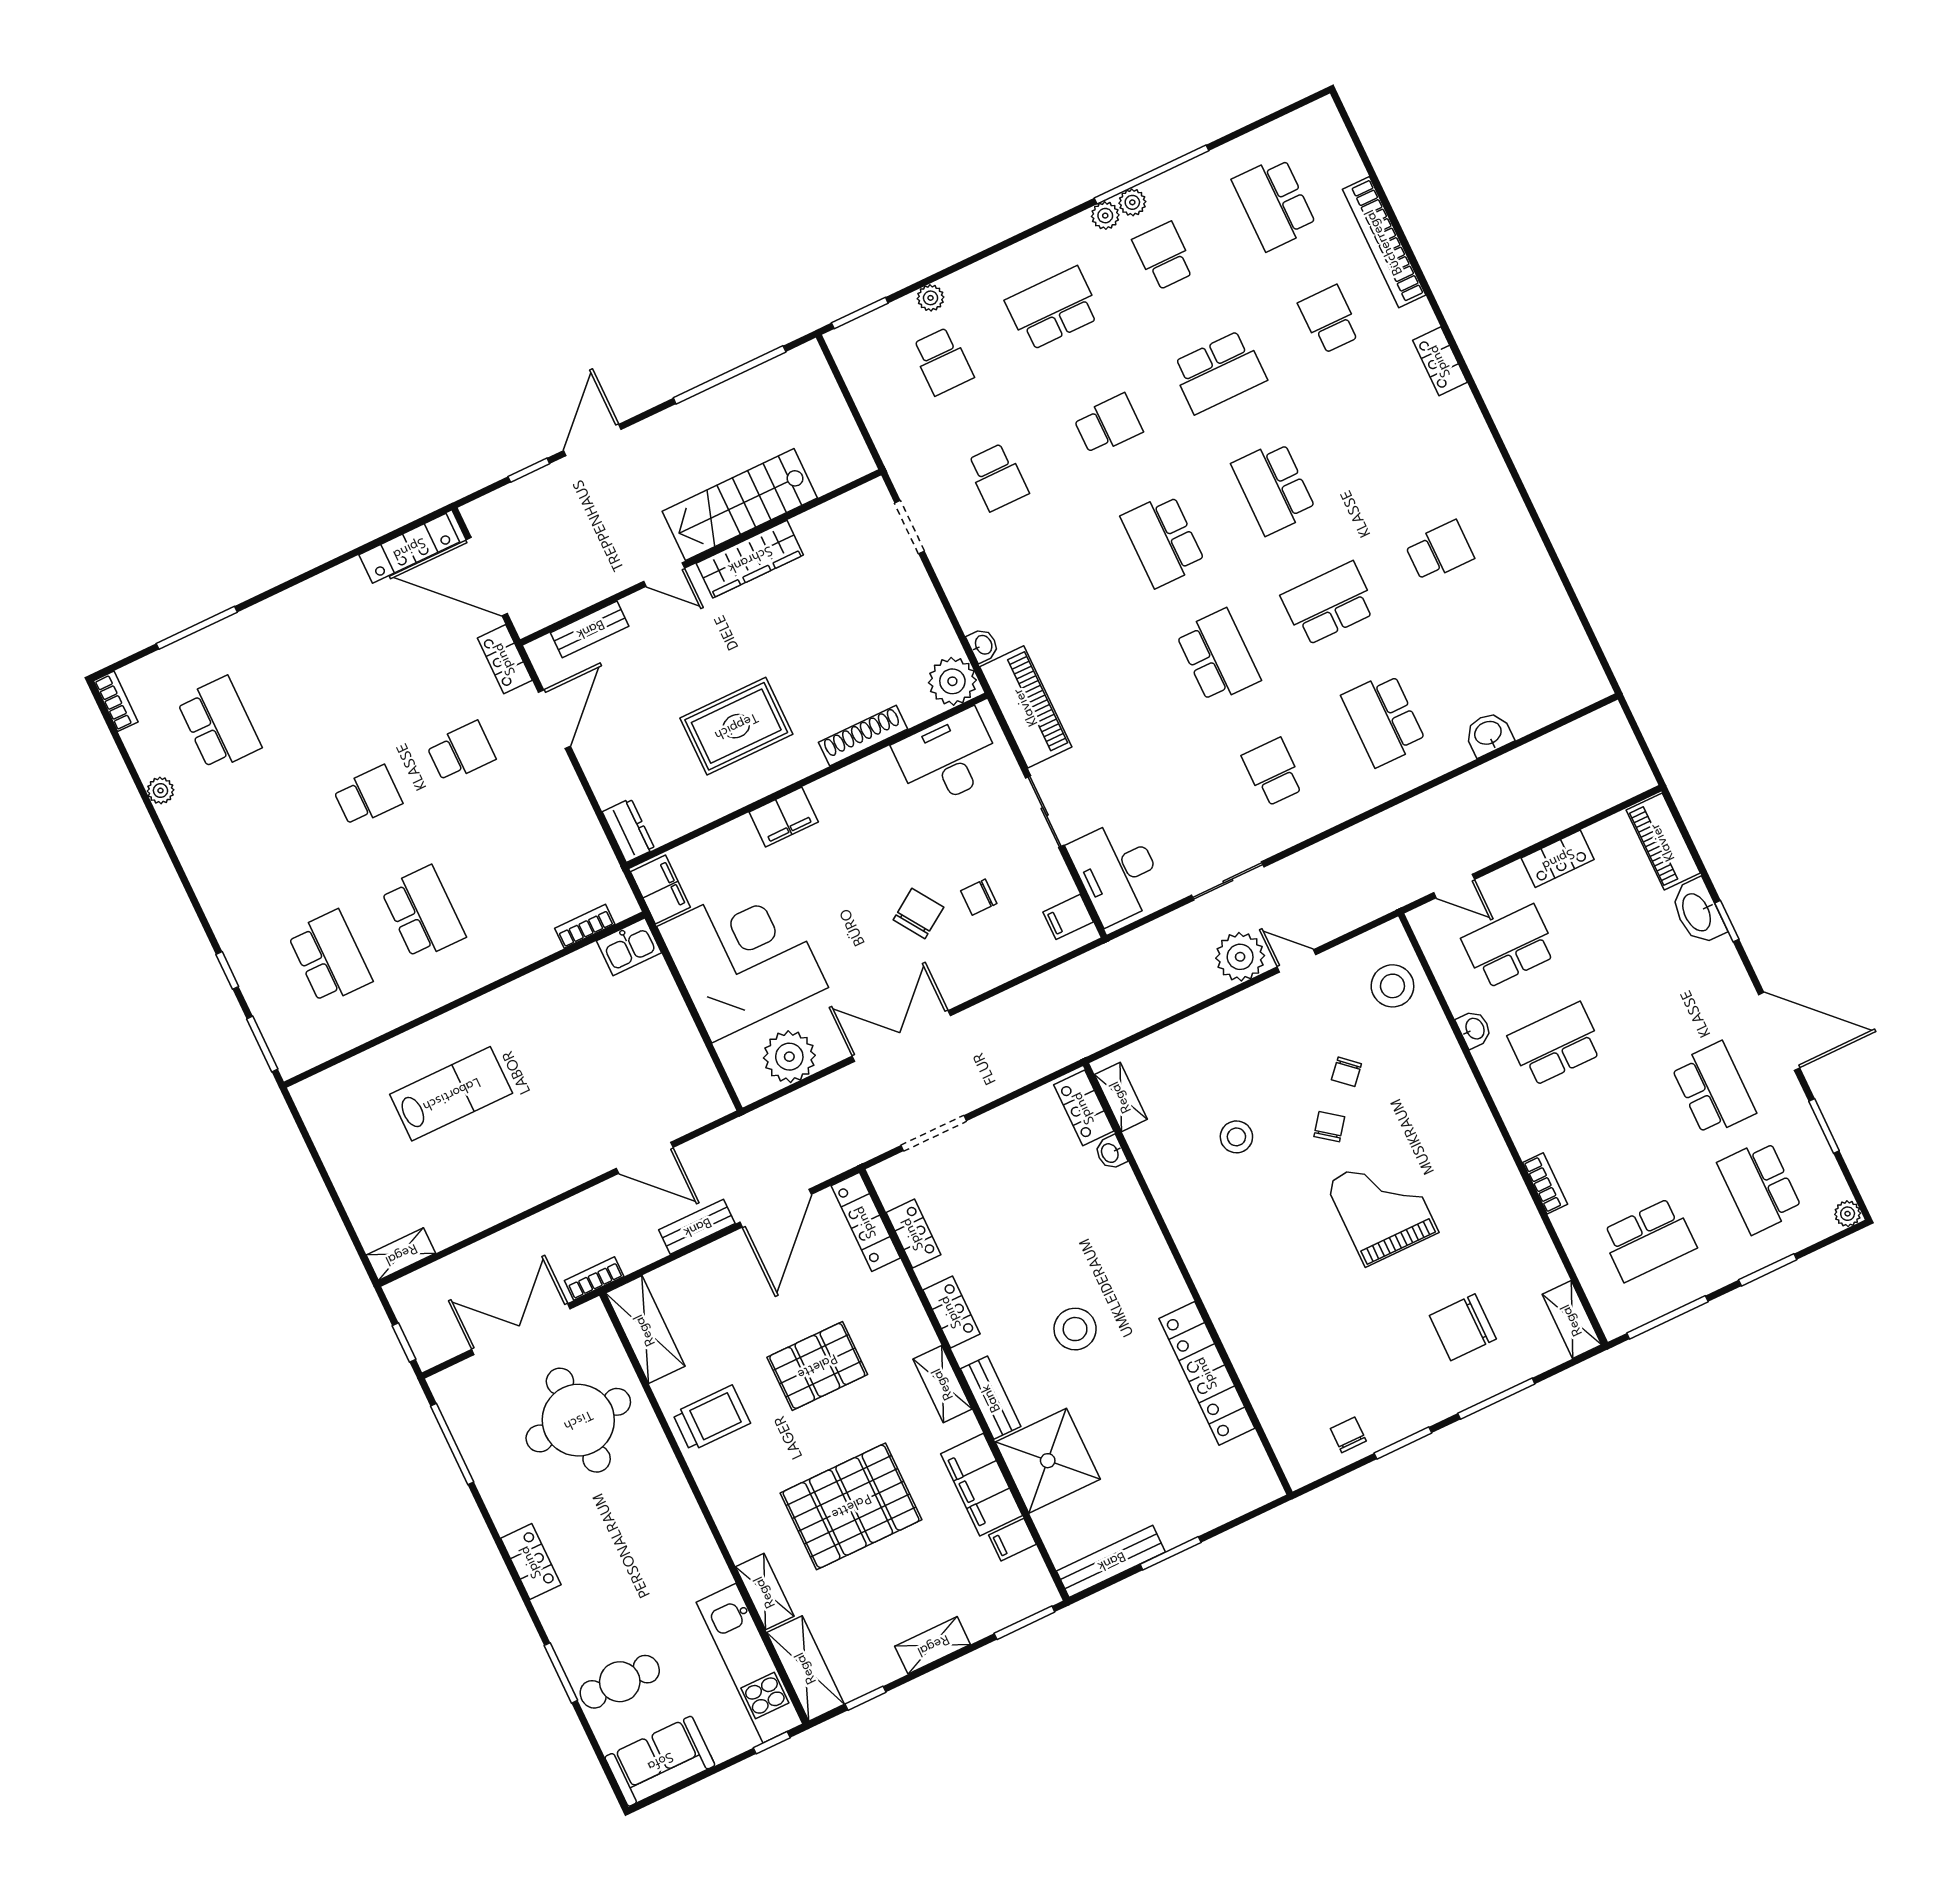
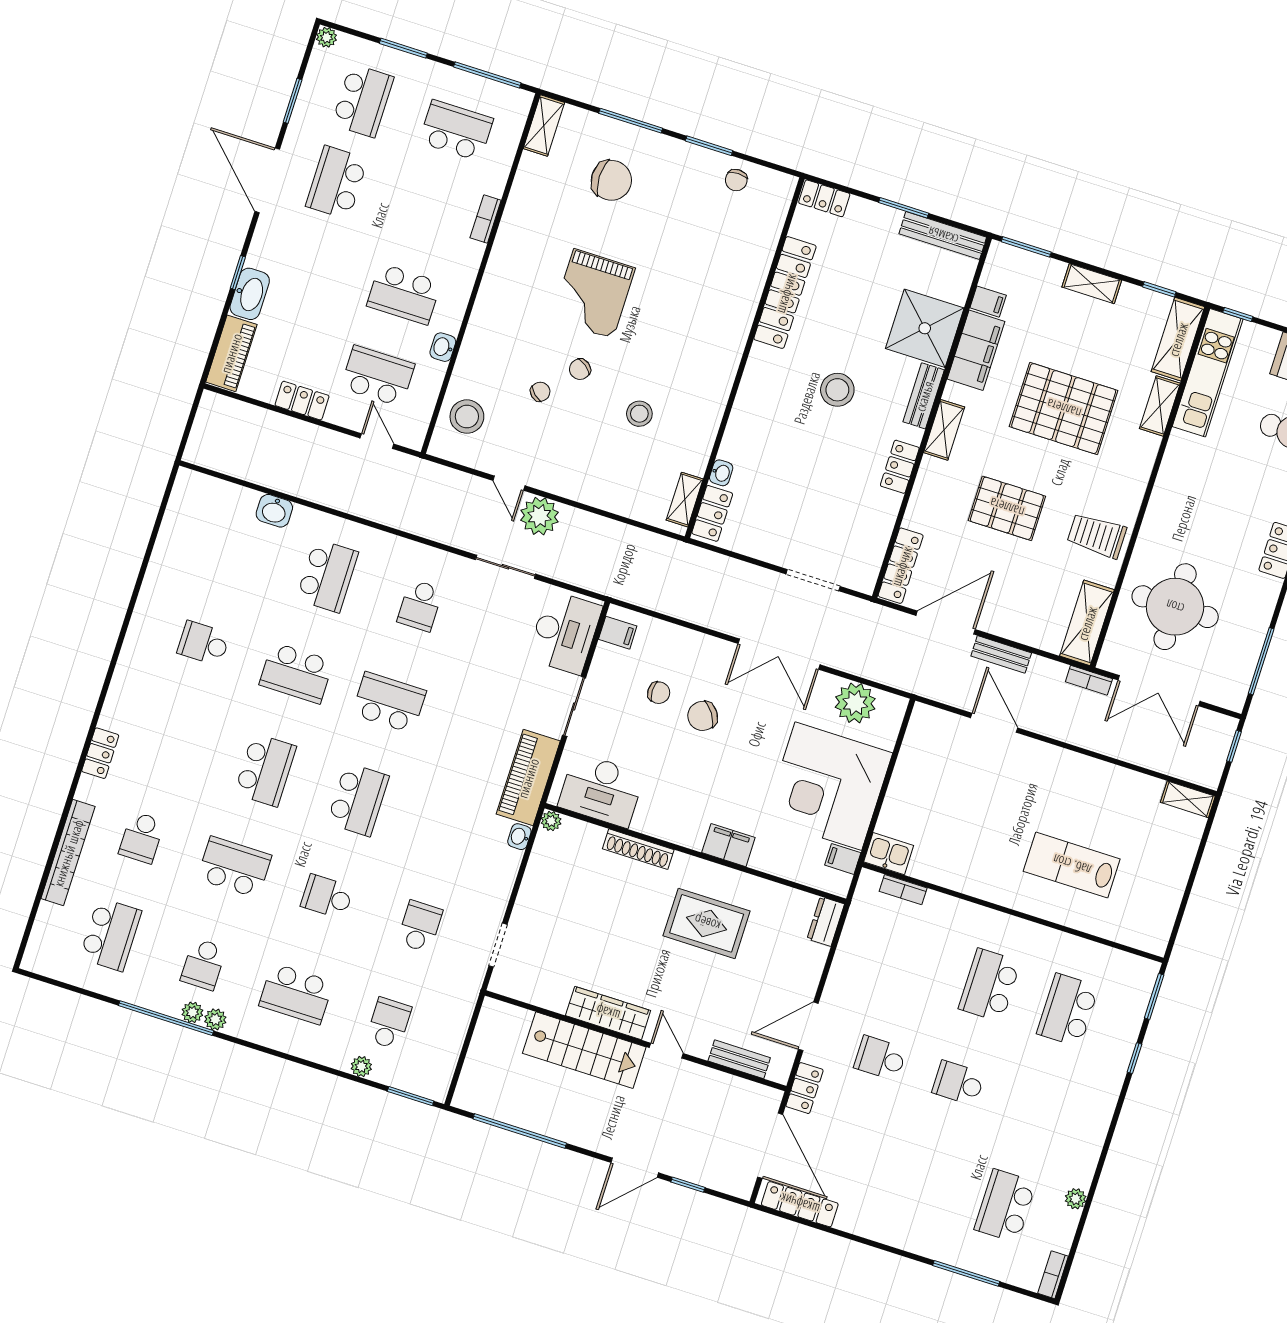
school desk: (1218, 656) -> (389, 702), turned 90
plant: (952, 681) -> (551, 821), width x0.53, depth x0.53
filing cabinet: (660, 889) -> (843, 859), width x0.50
school desk: (1509, 947) -> (378, 376), turned 180
locker: (913, 1234) -> (824, 198), moved, turned -90

